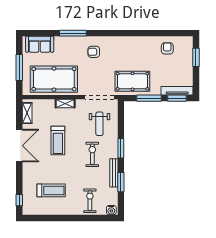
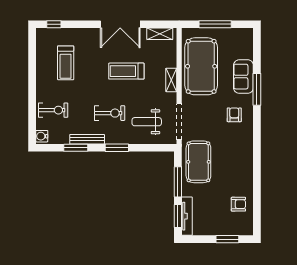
sofa: (40, 44) -> (243, 77), moved

